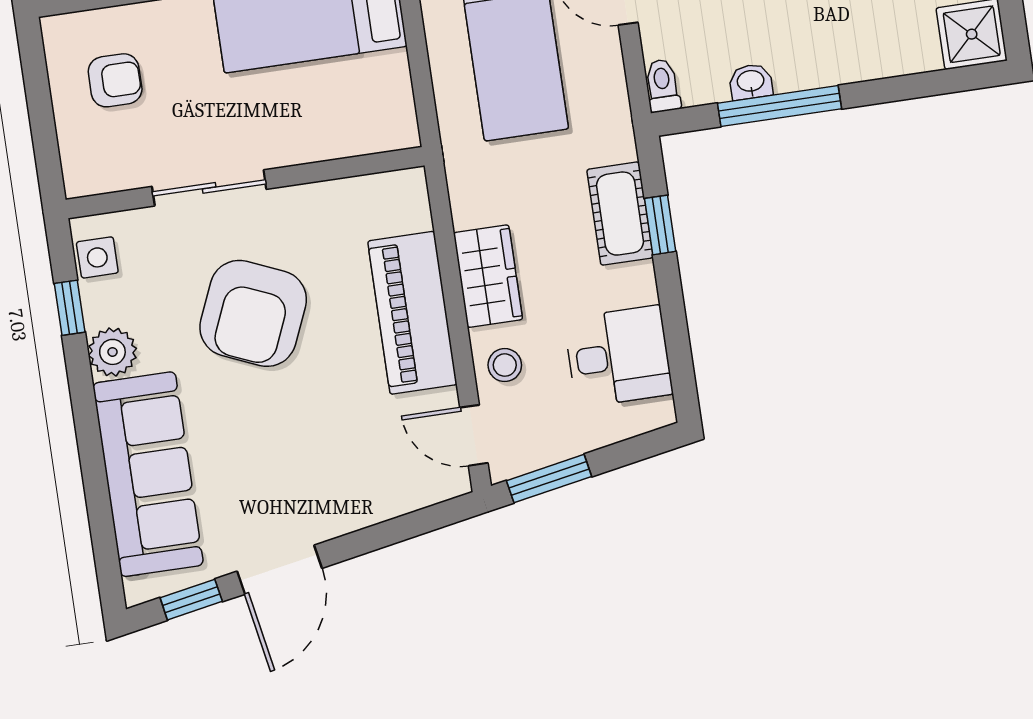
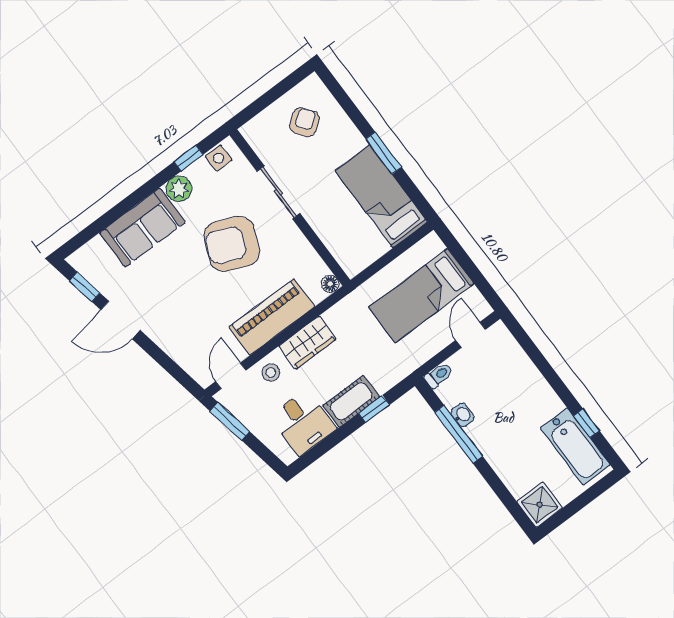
armchair: (115, 80) -> (304, 122), turned -126
floor lamp: (410, 185) -> (330, 284), added
cot: (620, 214) -> (351, 401), moved
sofa: (148, 474) -> (142, 228), width x0.73

